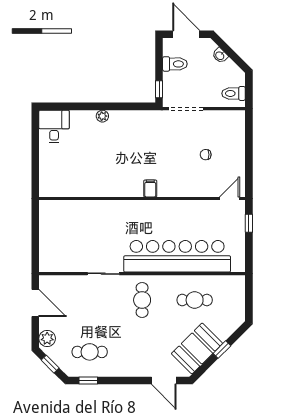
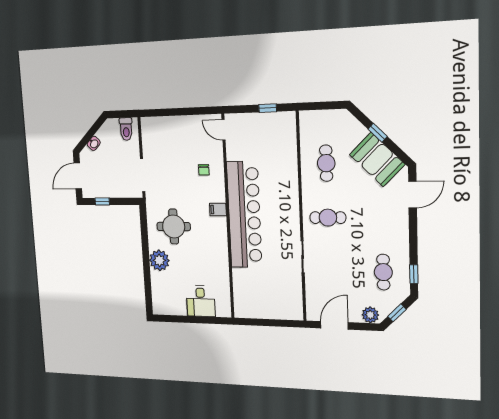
toilet: (175, 64) -> (104, 186), removed
window: (159, 89) -> (102, 201), moved
plant: (102, 116) -> (159, 260), width x1.88, depth x1.88
desk: (54, 126) -> (201, 301), moved, turned -90
round table: (133, 140) -> (174, 226), added
chair: (206, 155) -> (204, 170), moved
window: (249, 223) -> (268, 108), moved
bar counter: (177, 256) -> (244, 215), moved, turned 180

